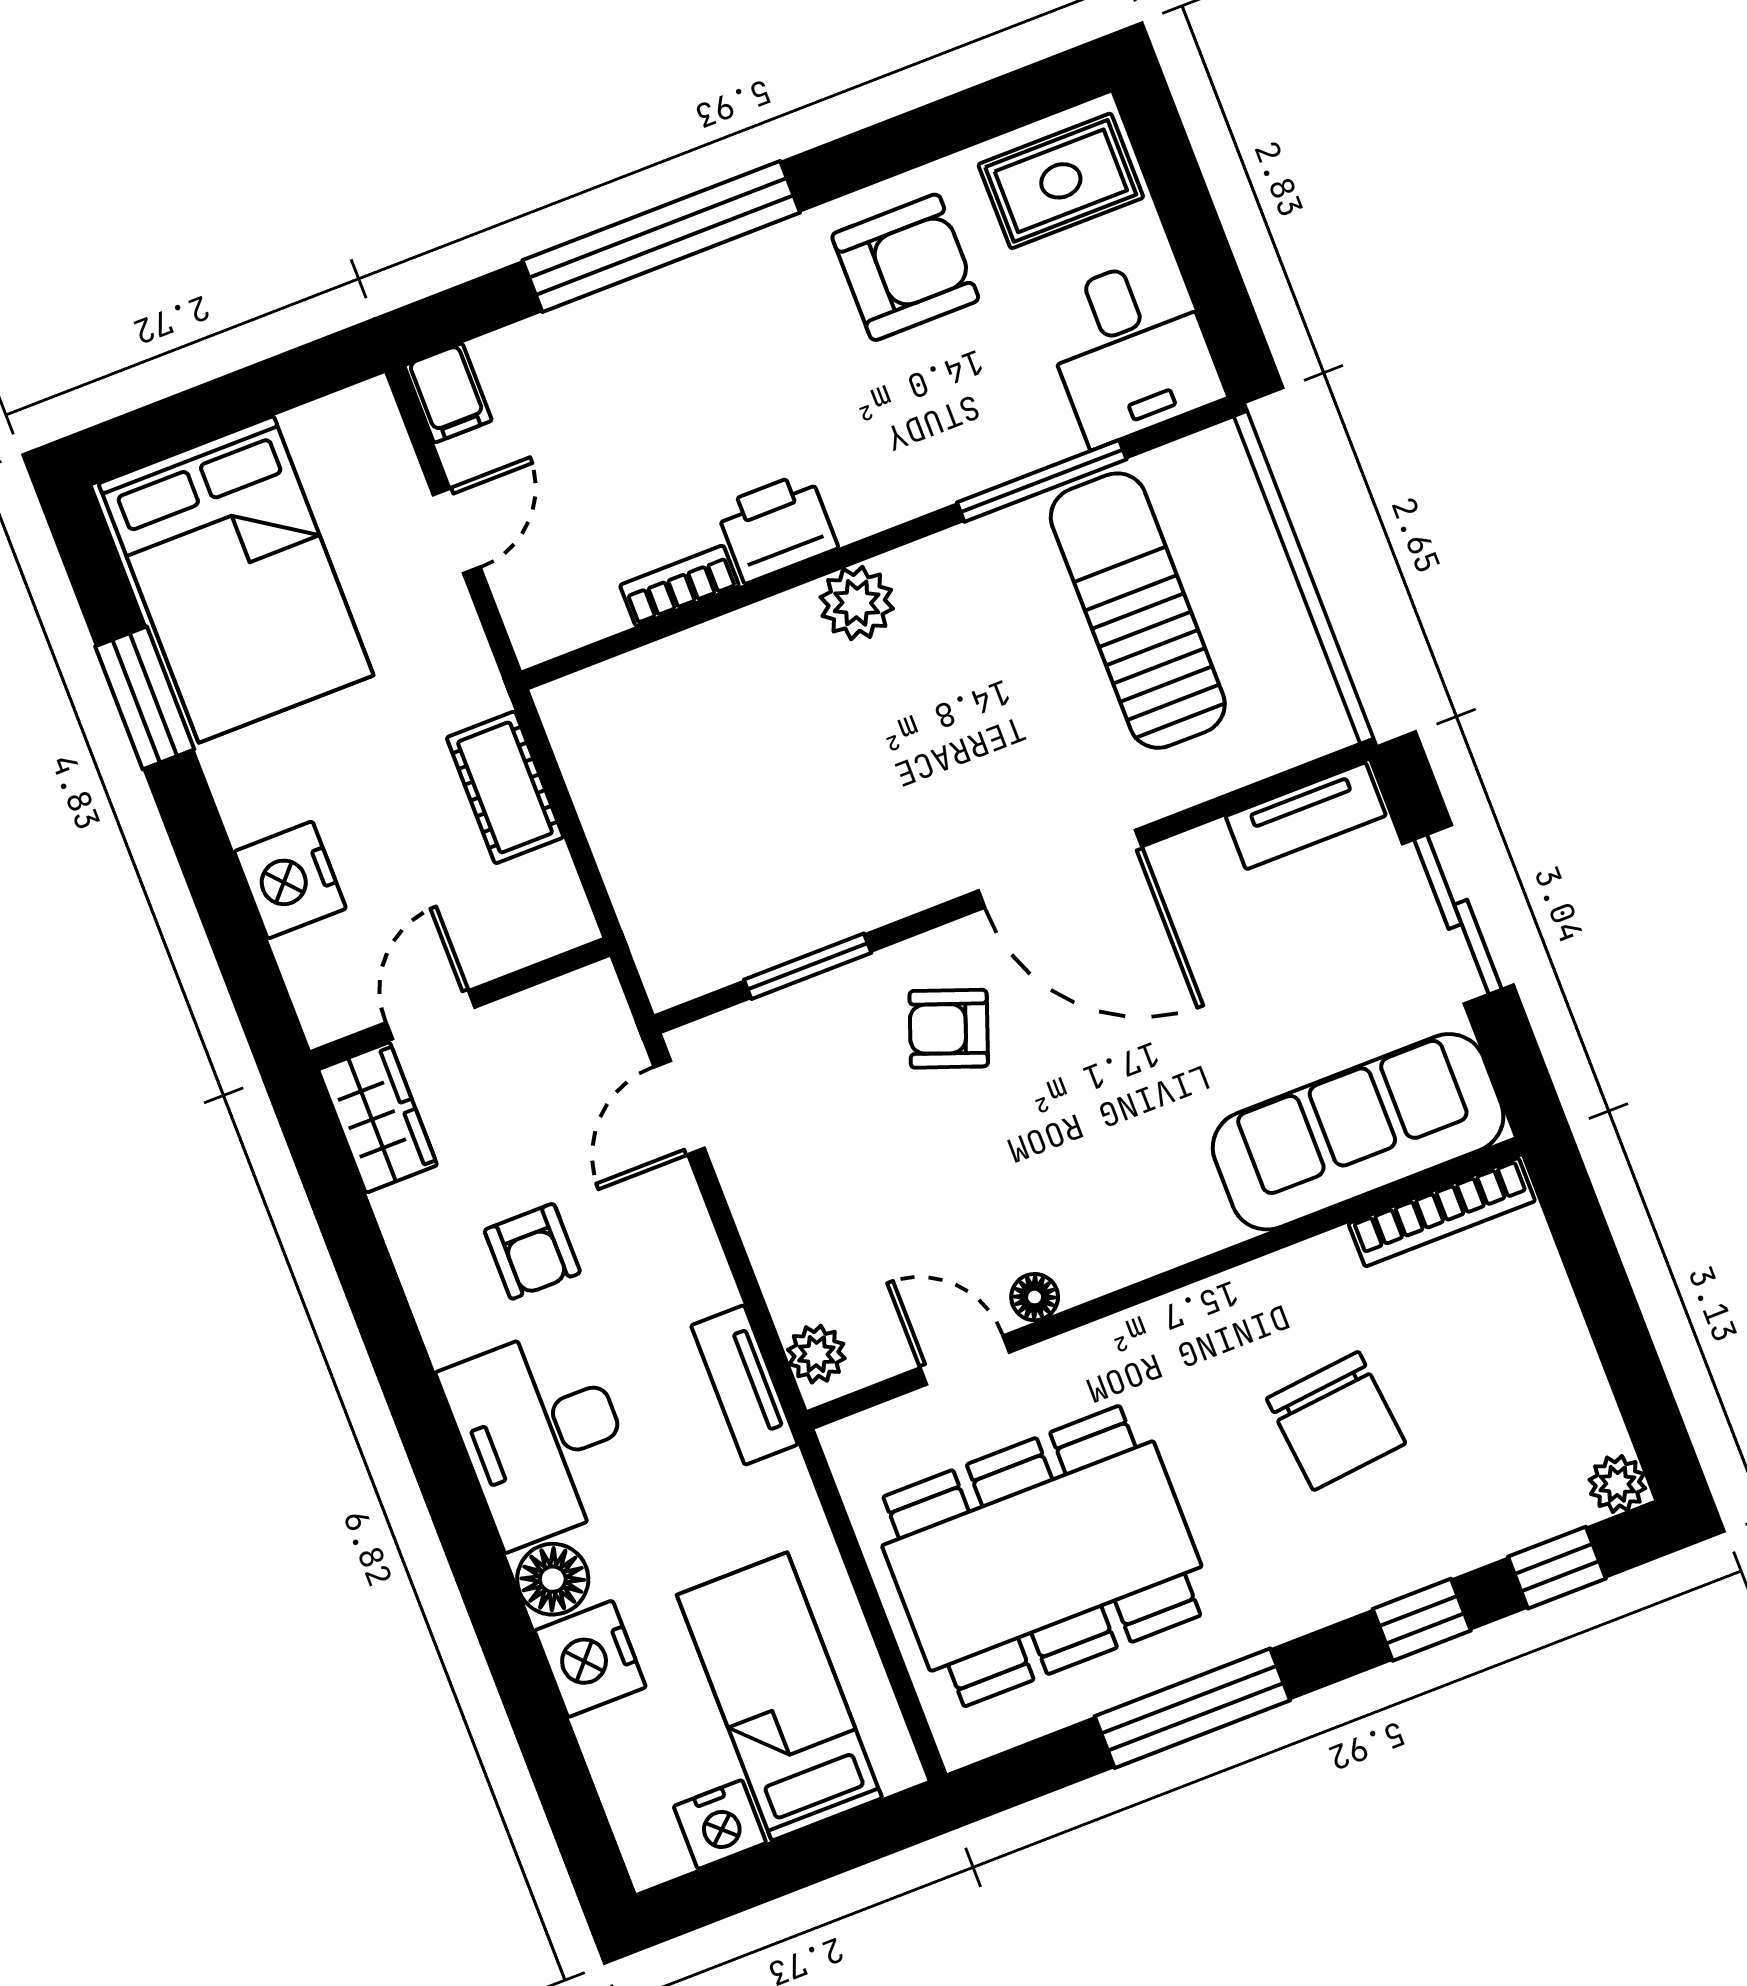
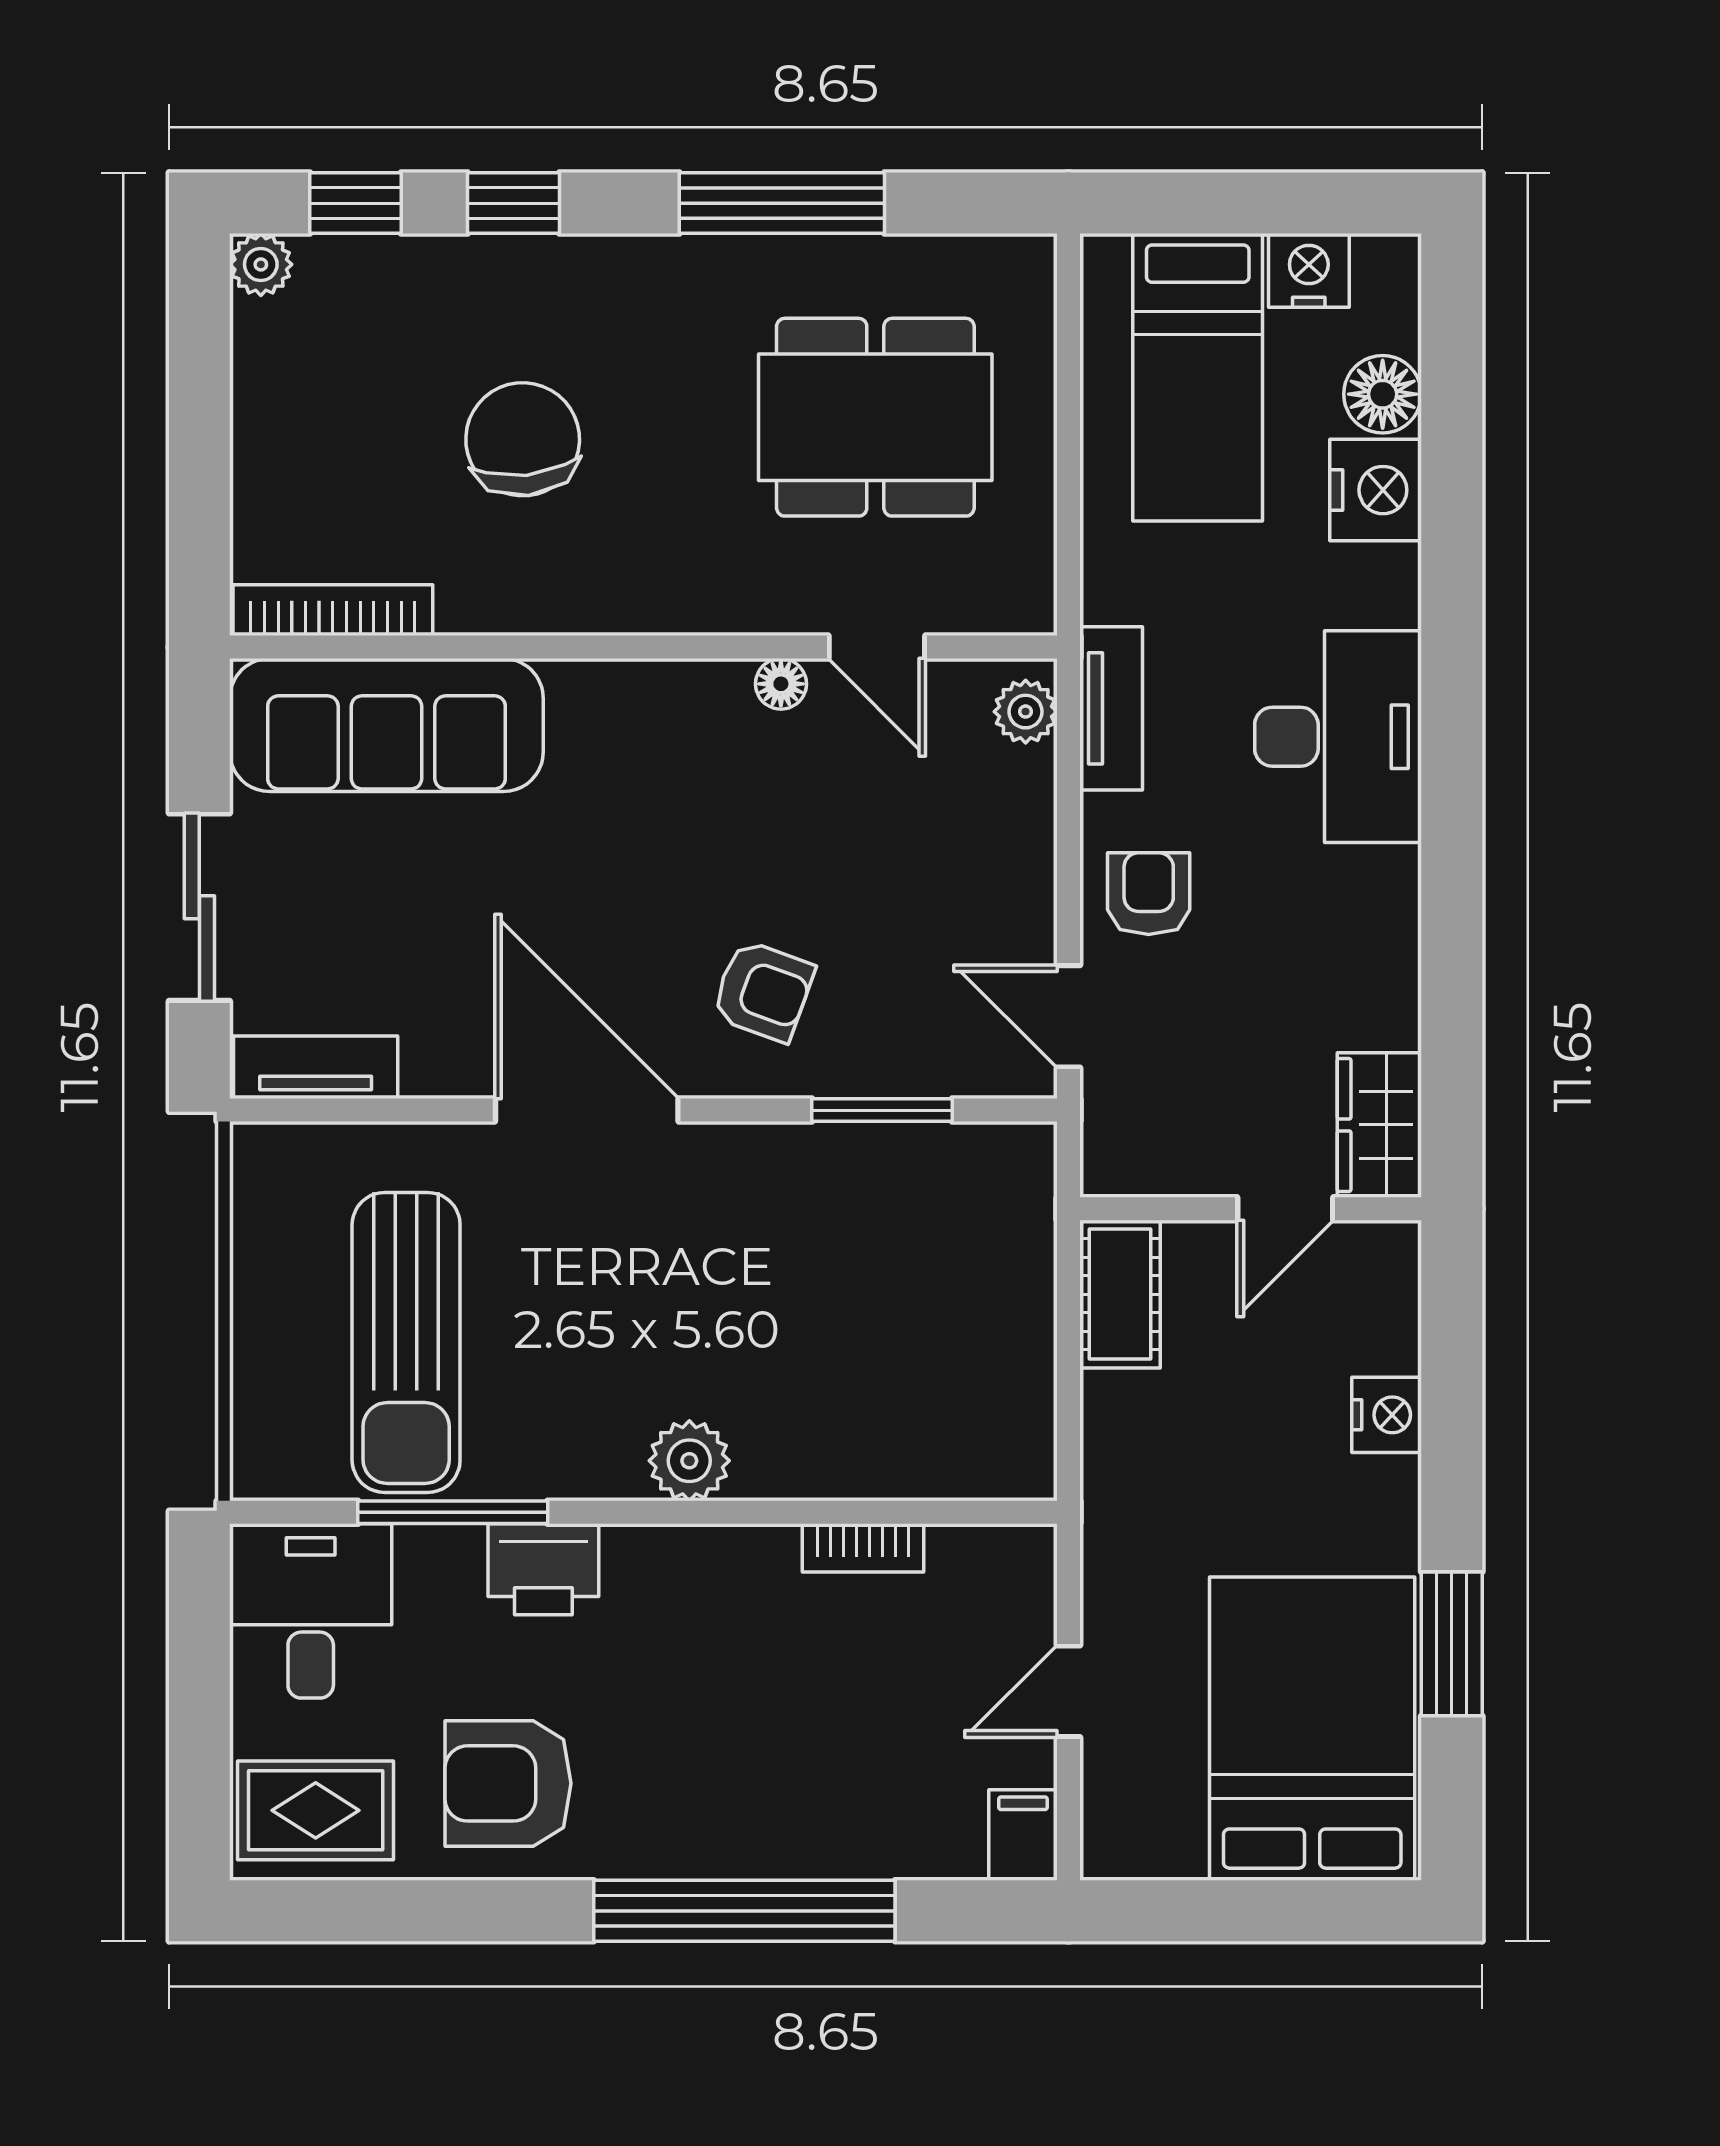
printer: (777, 527) -> (543, 1569), moved
cot: (505, 787) -> (1120, 1294), moved
nightstand: (290, 880) -> (1387, 1415), width x0.74, depth x0.75
door: (679, 1108) -> (1068, 1016), swing flipped
armchair: (532, 1251) -> (1149, 894), moved
dining table: (1042, 1556) -> (875, 417), width x0.73, depth x0.80
floor lamp: (553, 1579) -> (1383, 394), moved

